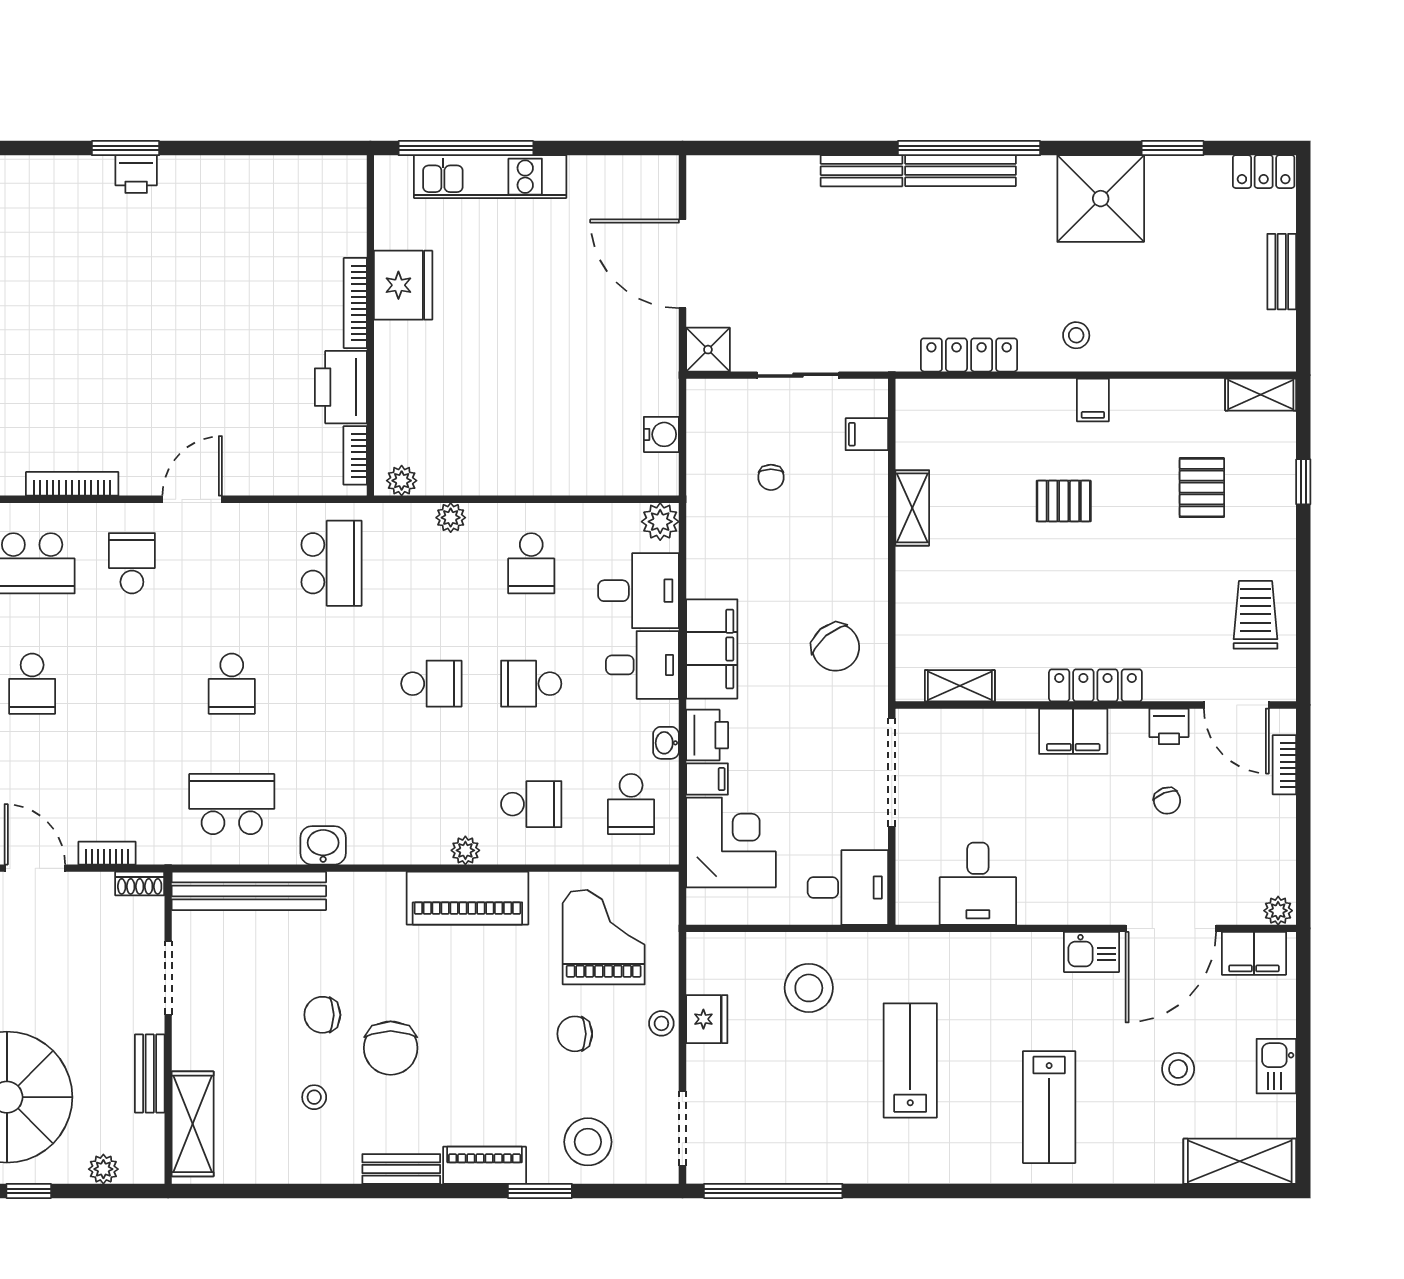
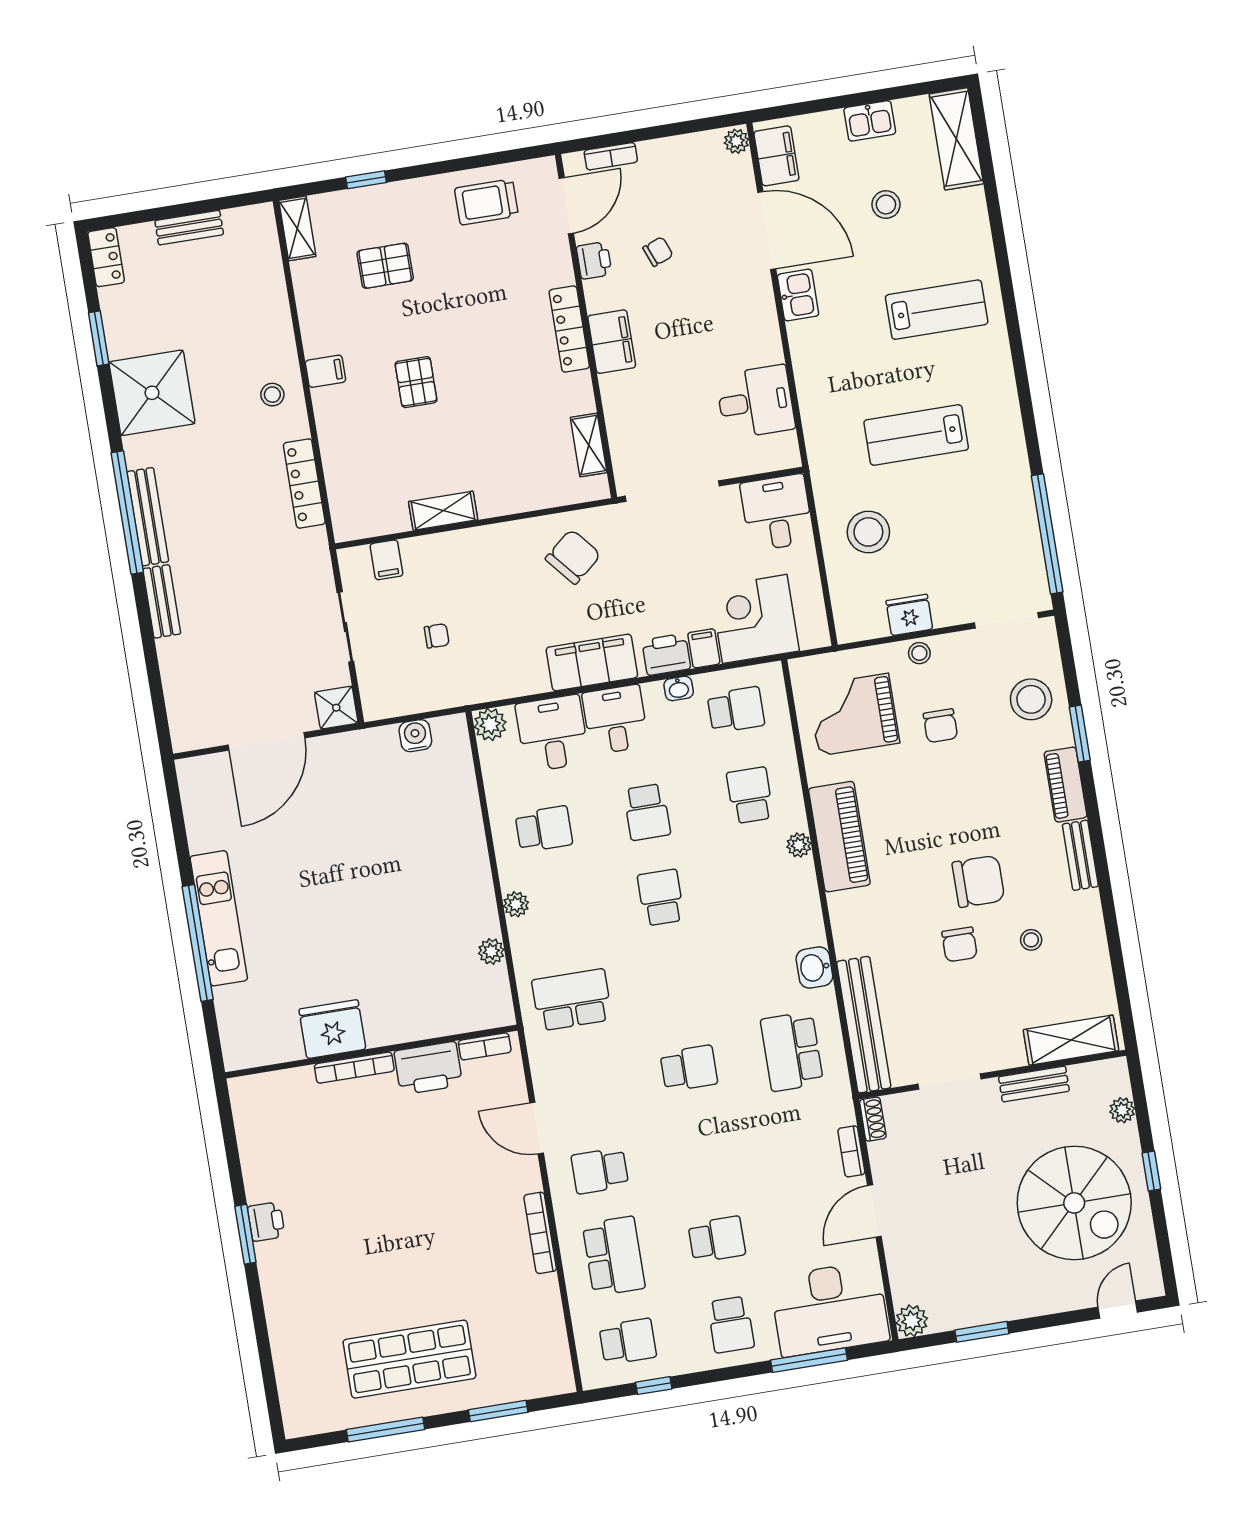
fridge: (403, 285) -> (332, 1029), moved
bookcase: (355, 303) -> (354, 1068), moved
wall: (370, 325) -> (371, 1052), moved
printer: (341, 387) -> (428, 1068), moved
bookcase: (355, 455) -> (485, 1046), moved

